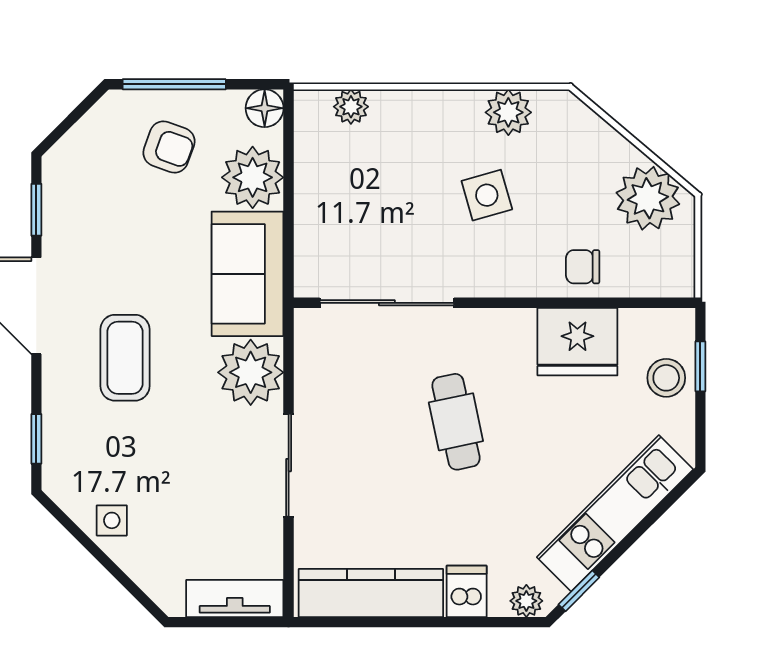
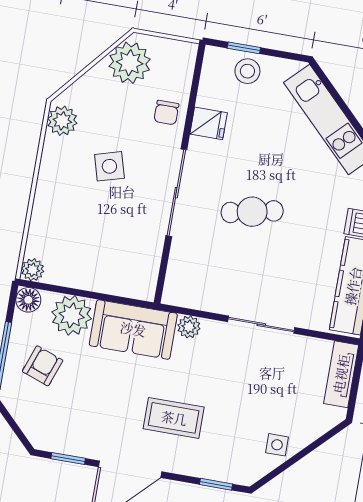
plant: (351, 107) -> (33, 270), moved
plant: (508, 112) -> (62, 121), moved
sliding door: (387, 303) -> (176, 193), moved
fridge: (577, 342) -> (209, 123), width x0.53, depth x0.75
plant: (251, 372) -> (189, 327), width x0.53, depth x0.53

